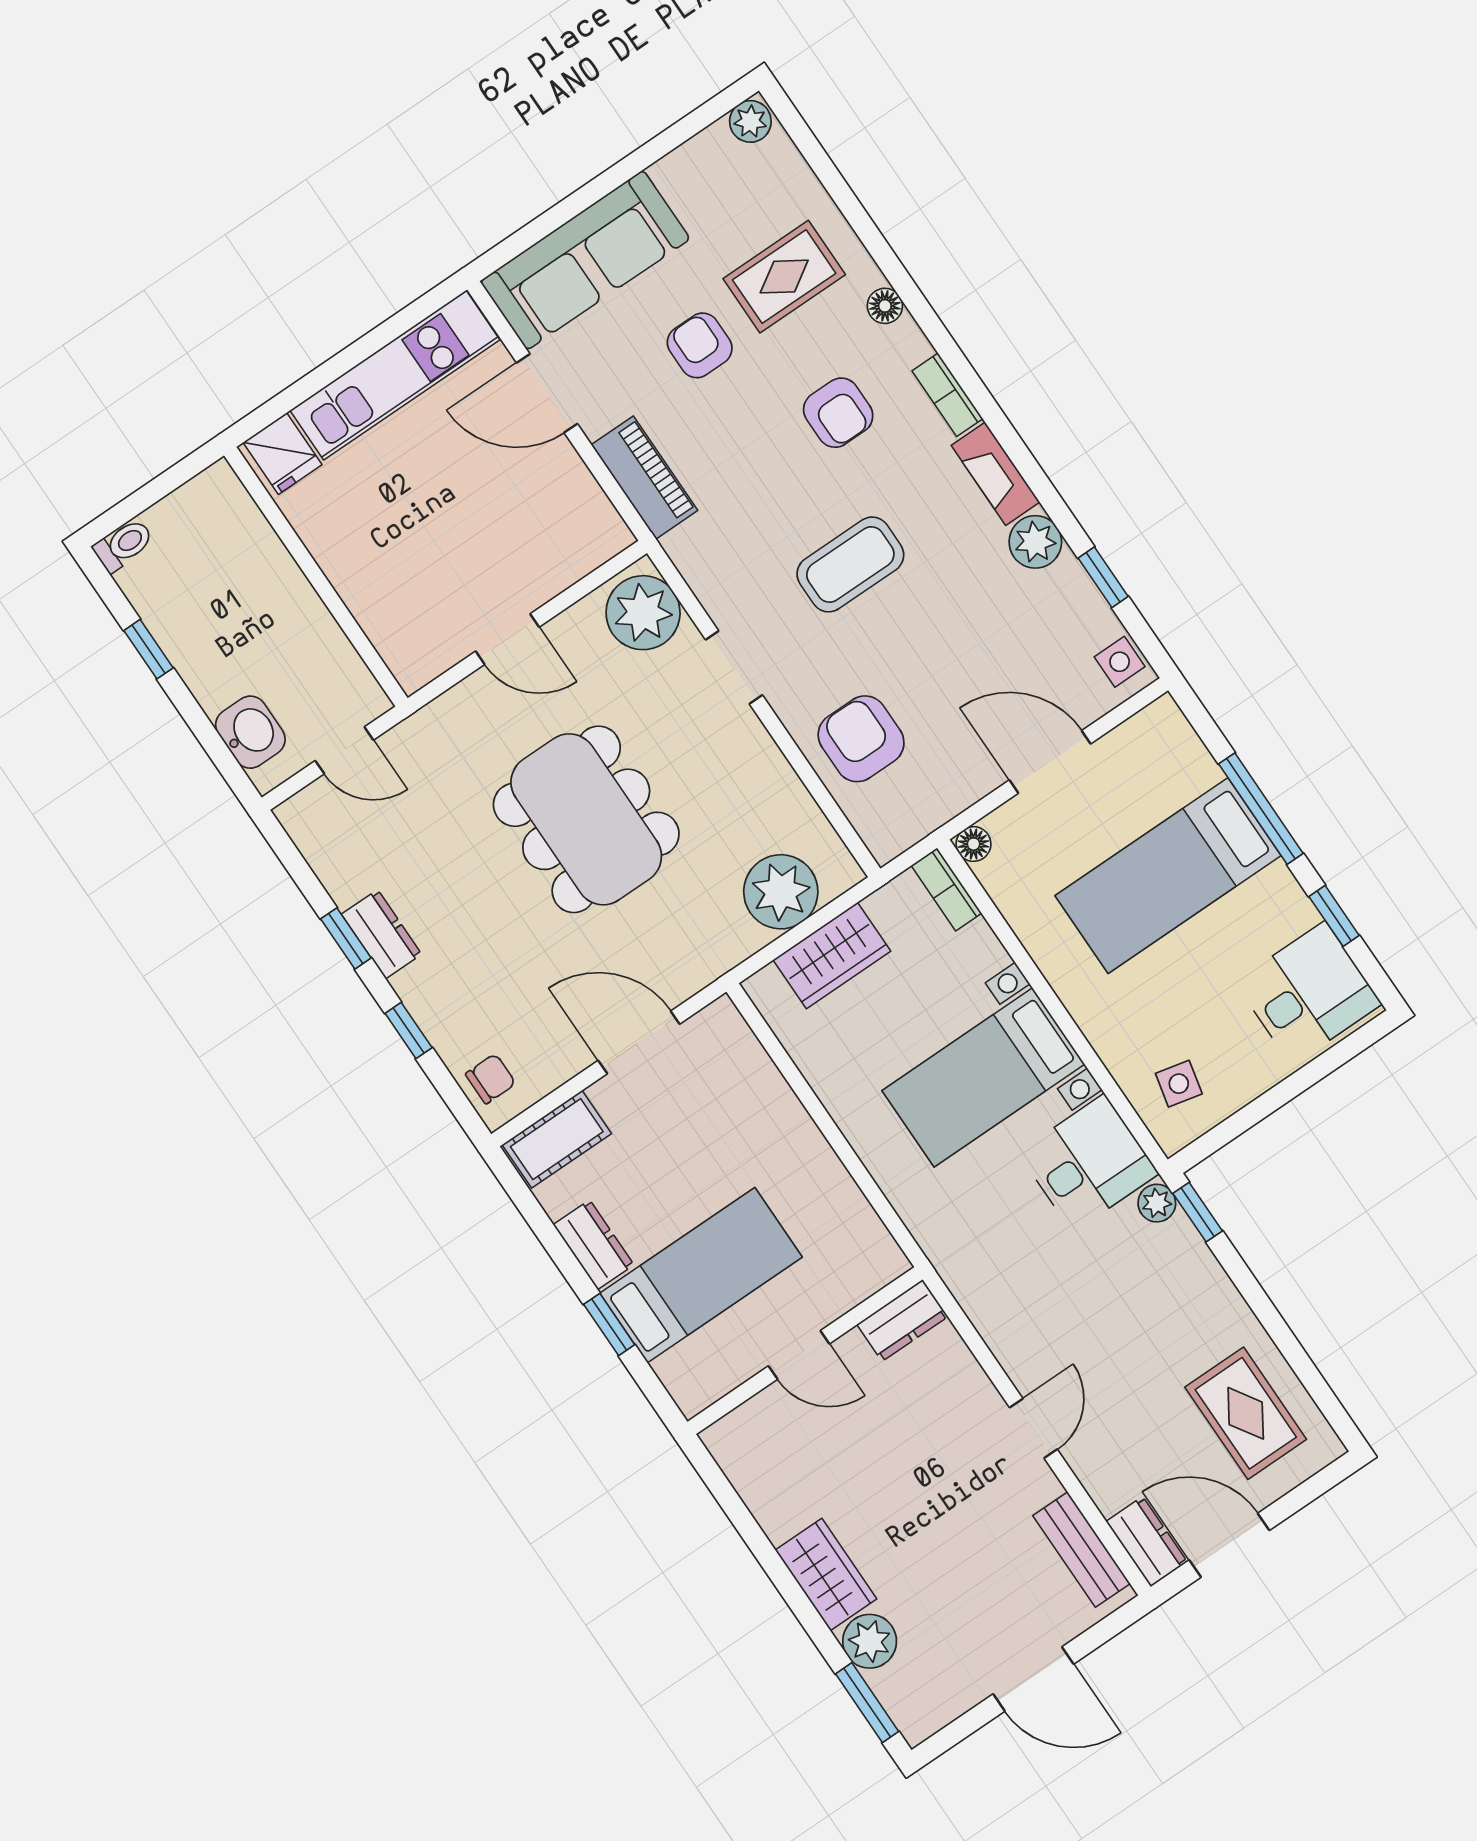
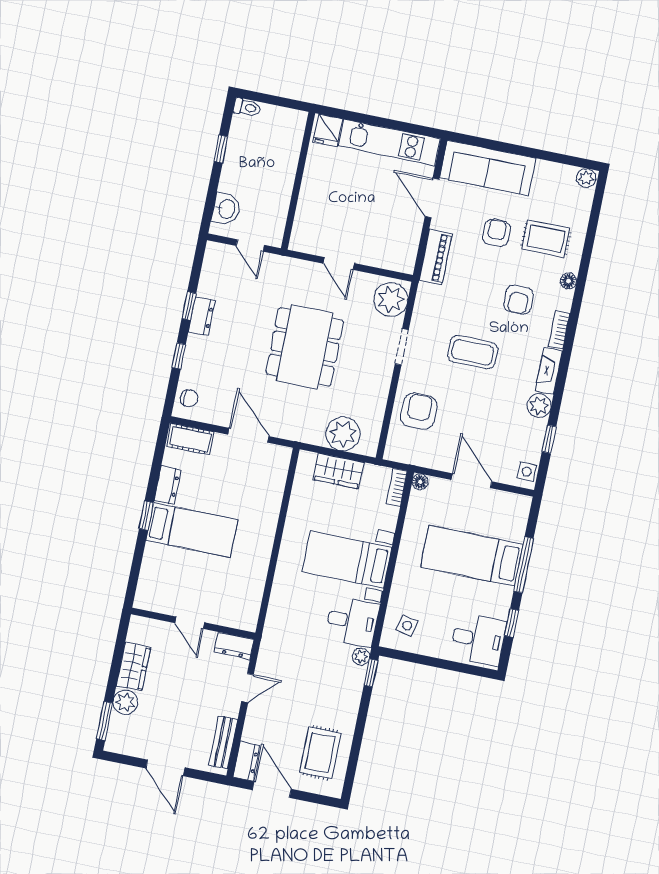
dresser: (902, 1320) -> (234, 646), moved
wall: (805, 1351) -> (193, 623), moved
door: (799, 1355) -> (190, 623), moved

